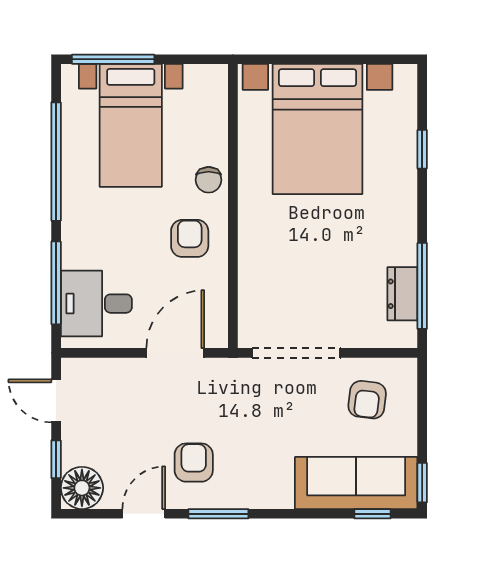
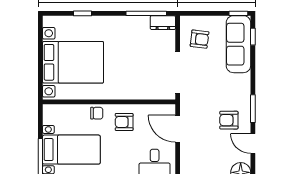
dresser: (402, 294) -> (163, 23), moved

